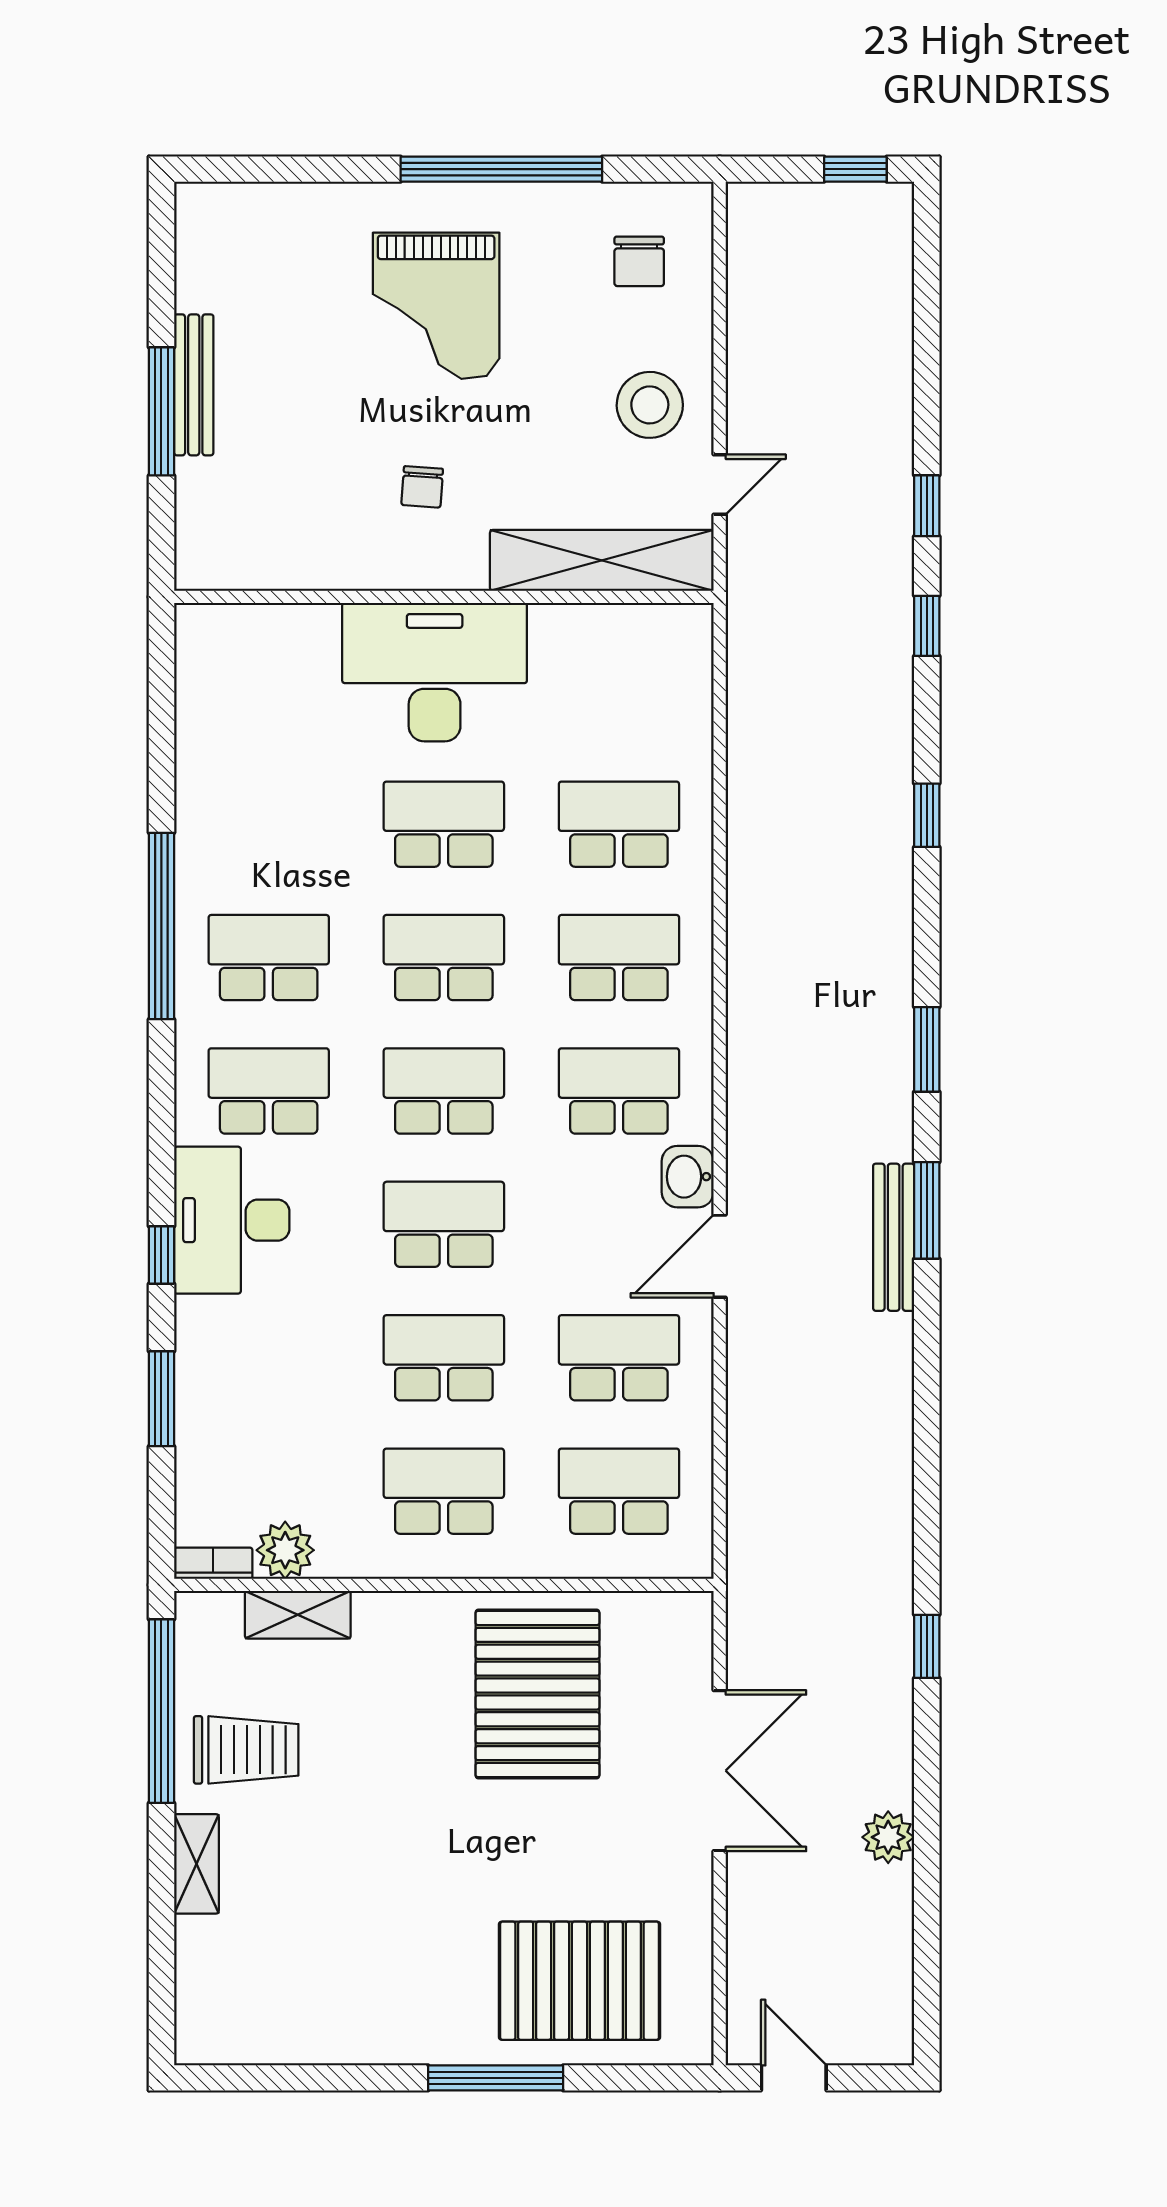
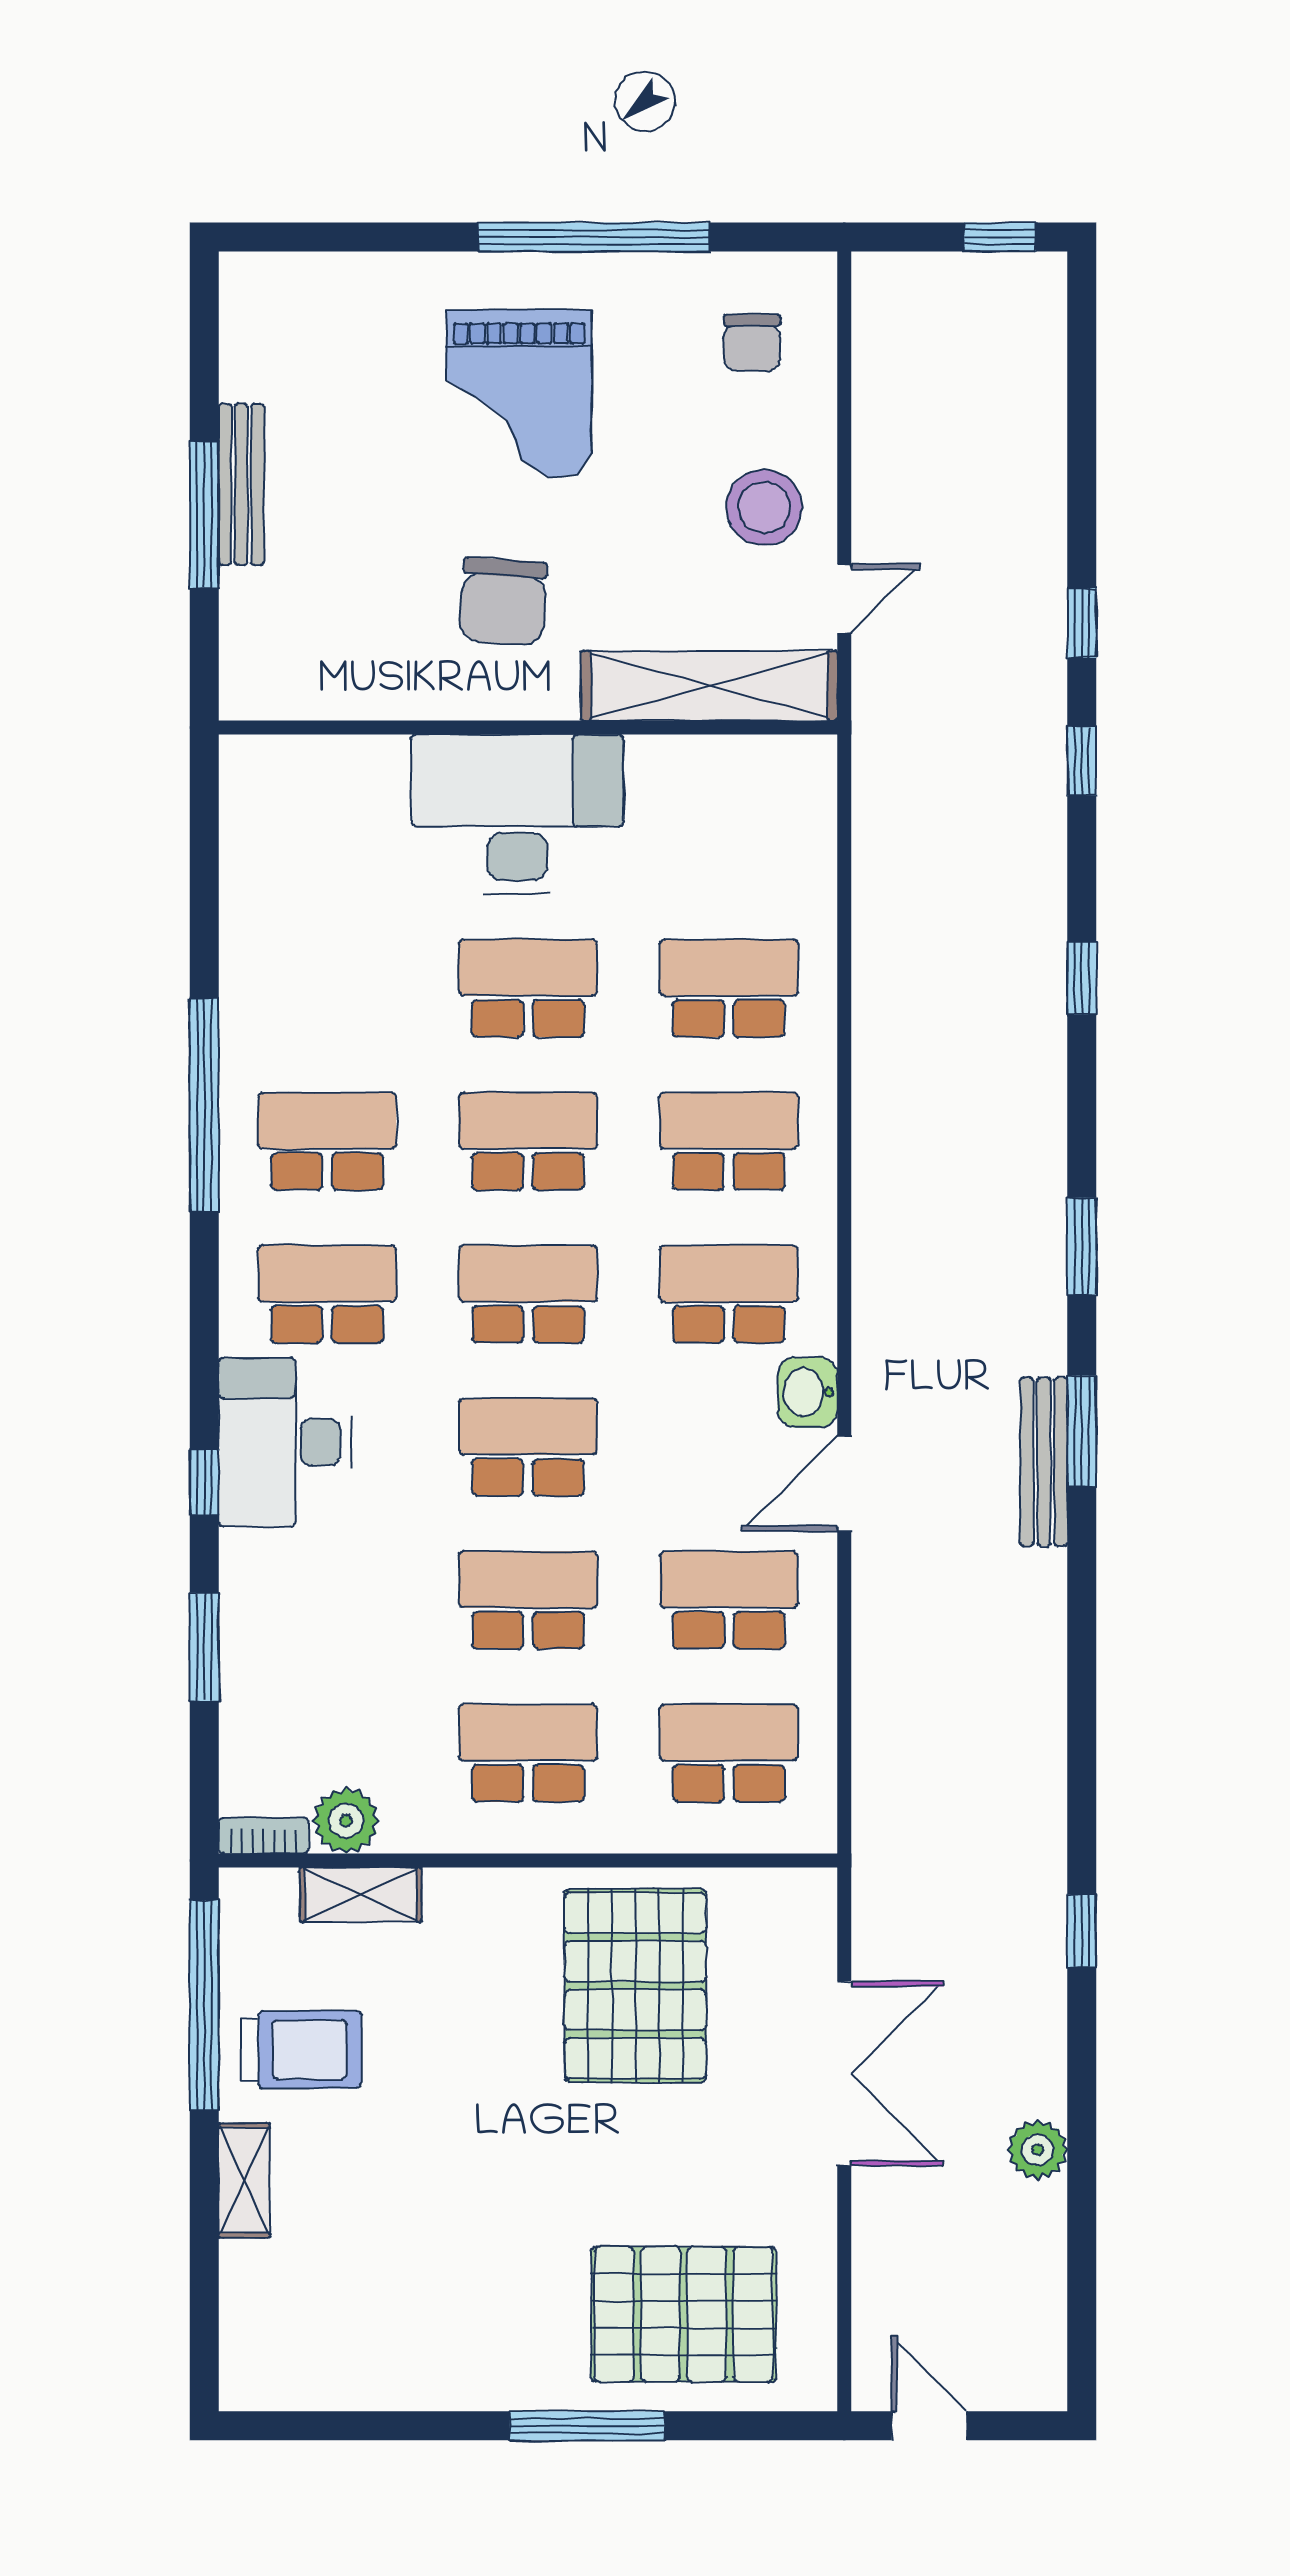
chair: (422, 487) -> (503, 601), width x1.87, depth x1.87

